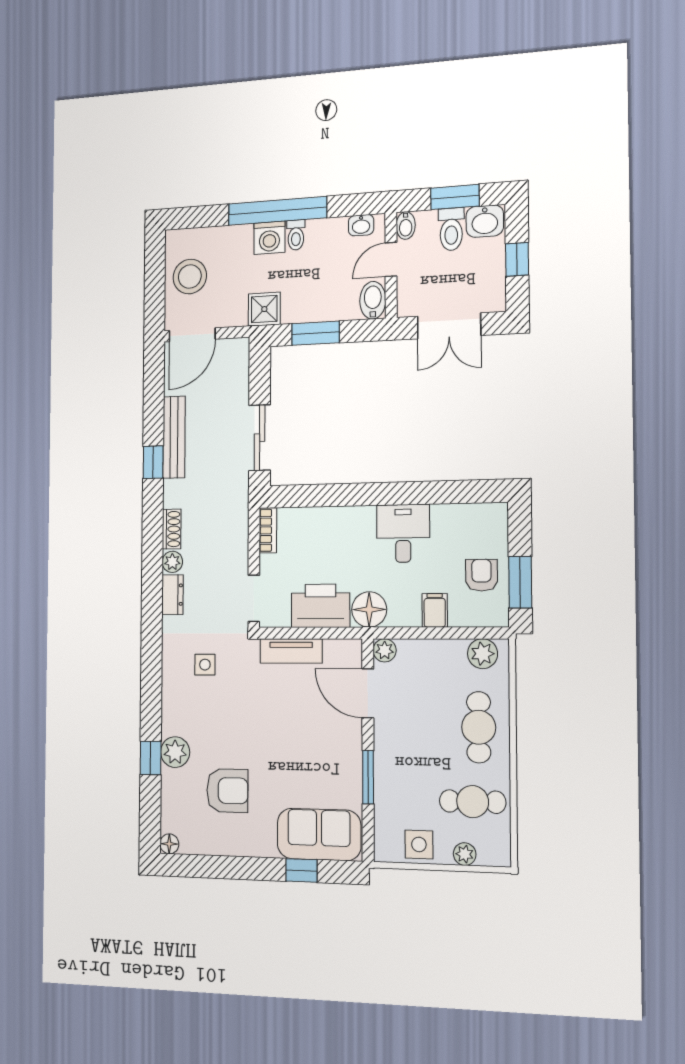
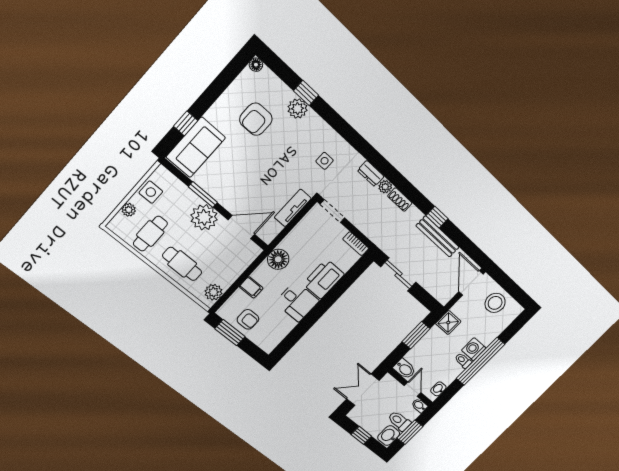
printer: (320, 606) -> (323, 279), moved, turned 180
plant: (385, 650) -> (204, 217), moved, width x1.88, depth x1.88

